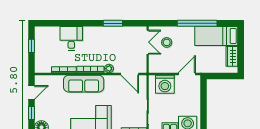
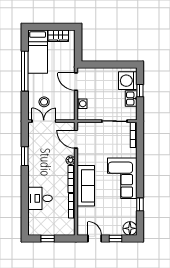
door: (130, 74) -> (76, 139), swing flipped
washing machine: (165, 84) -> (82, 104), width x0.53, depth x0.53

